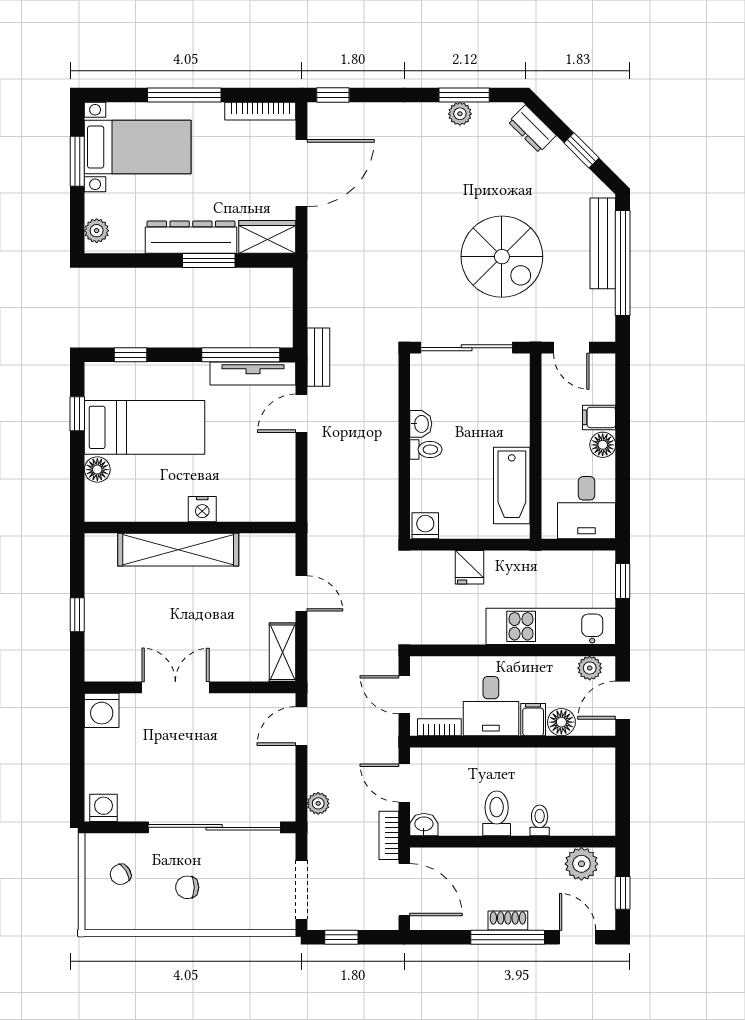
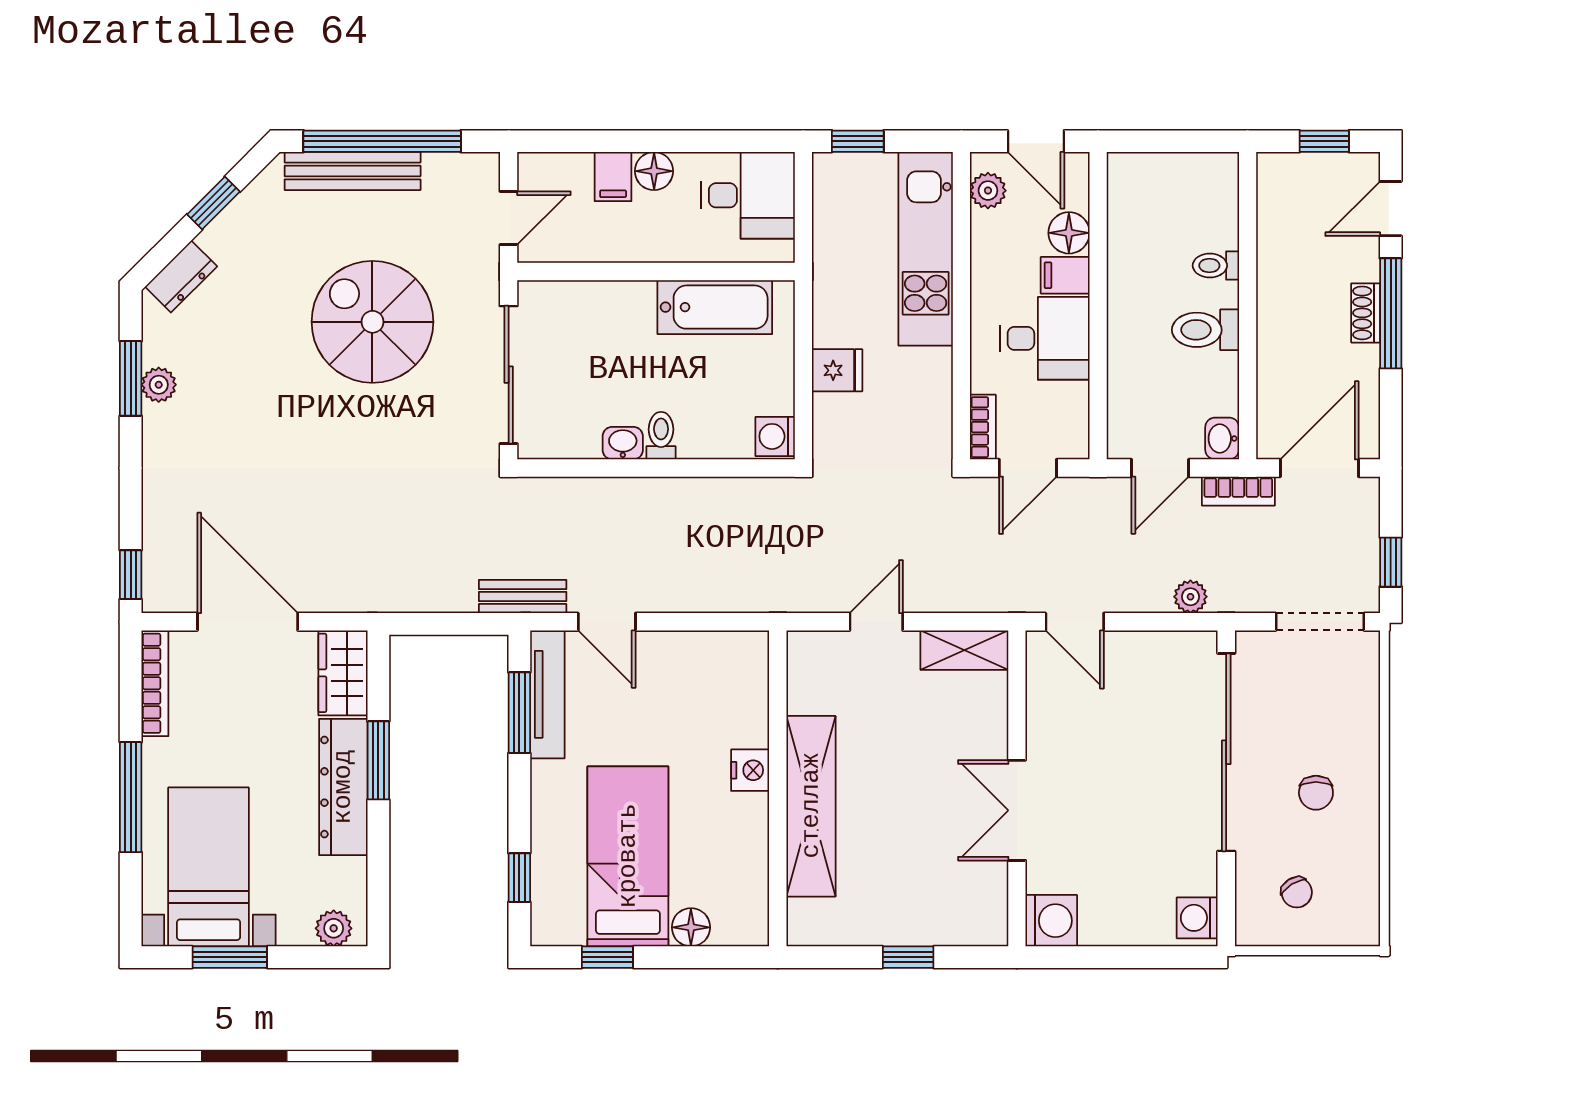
spiral stairs: (502, 257) -> (372, 322), turned -90
window: (241, 355) -> (519, 713), width x0.69
bookcase: (439, 727) -> (983, 427), moved, turned 180
plant: (581, 864) -> (1281, 203), removed

